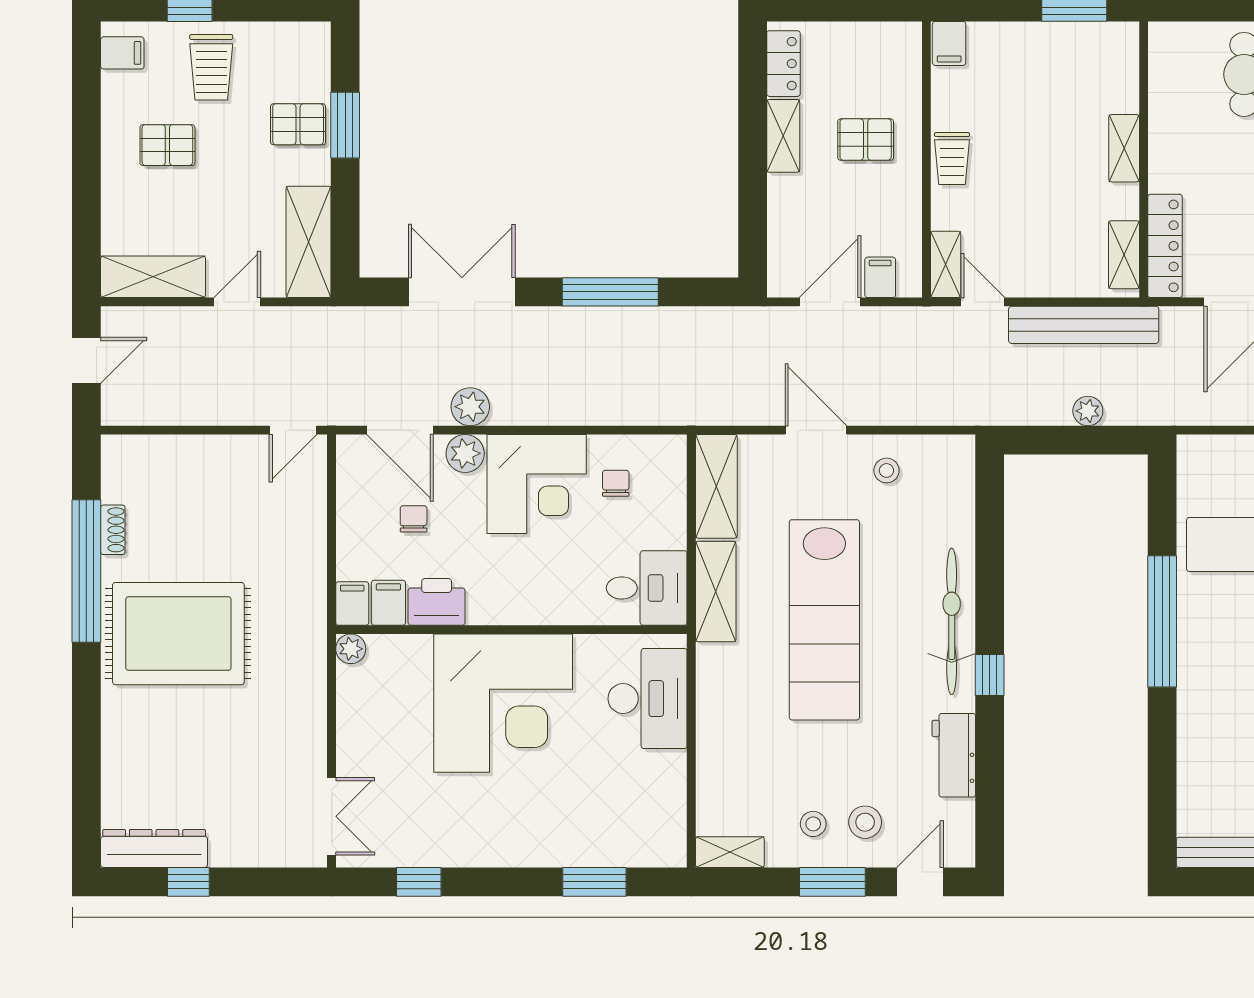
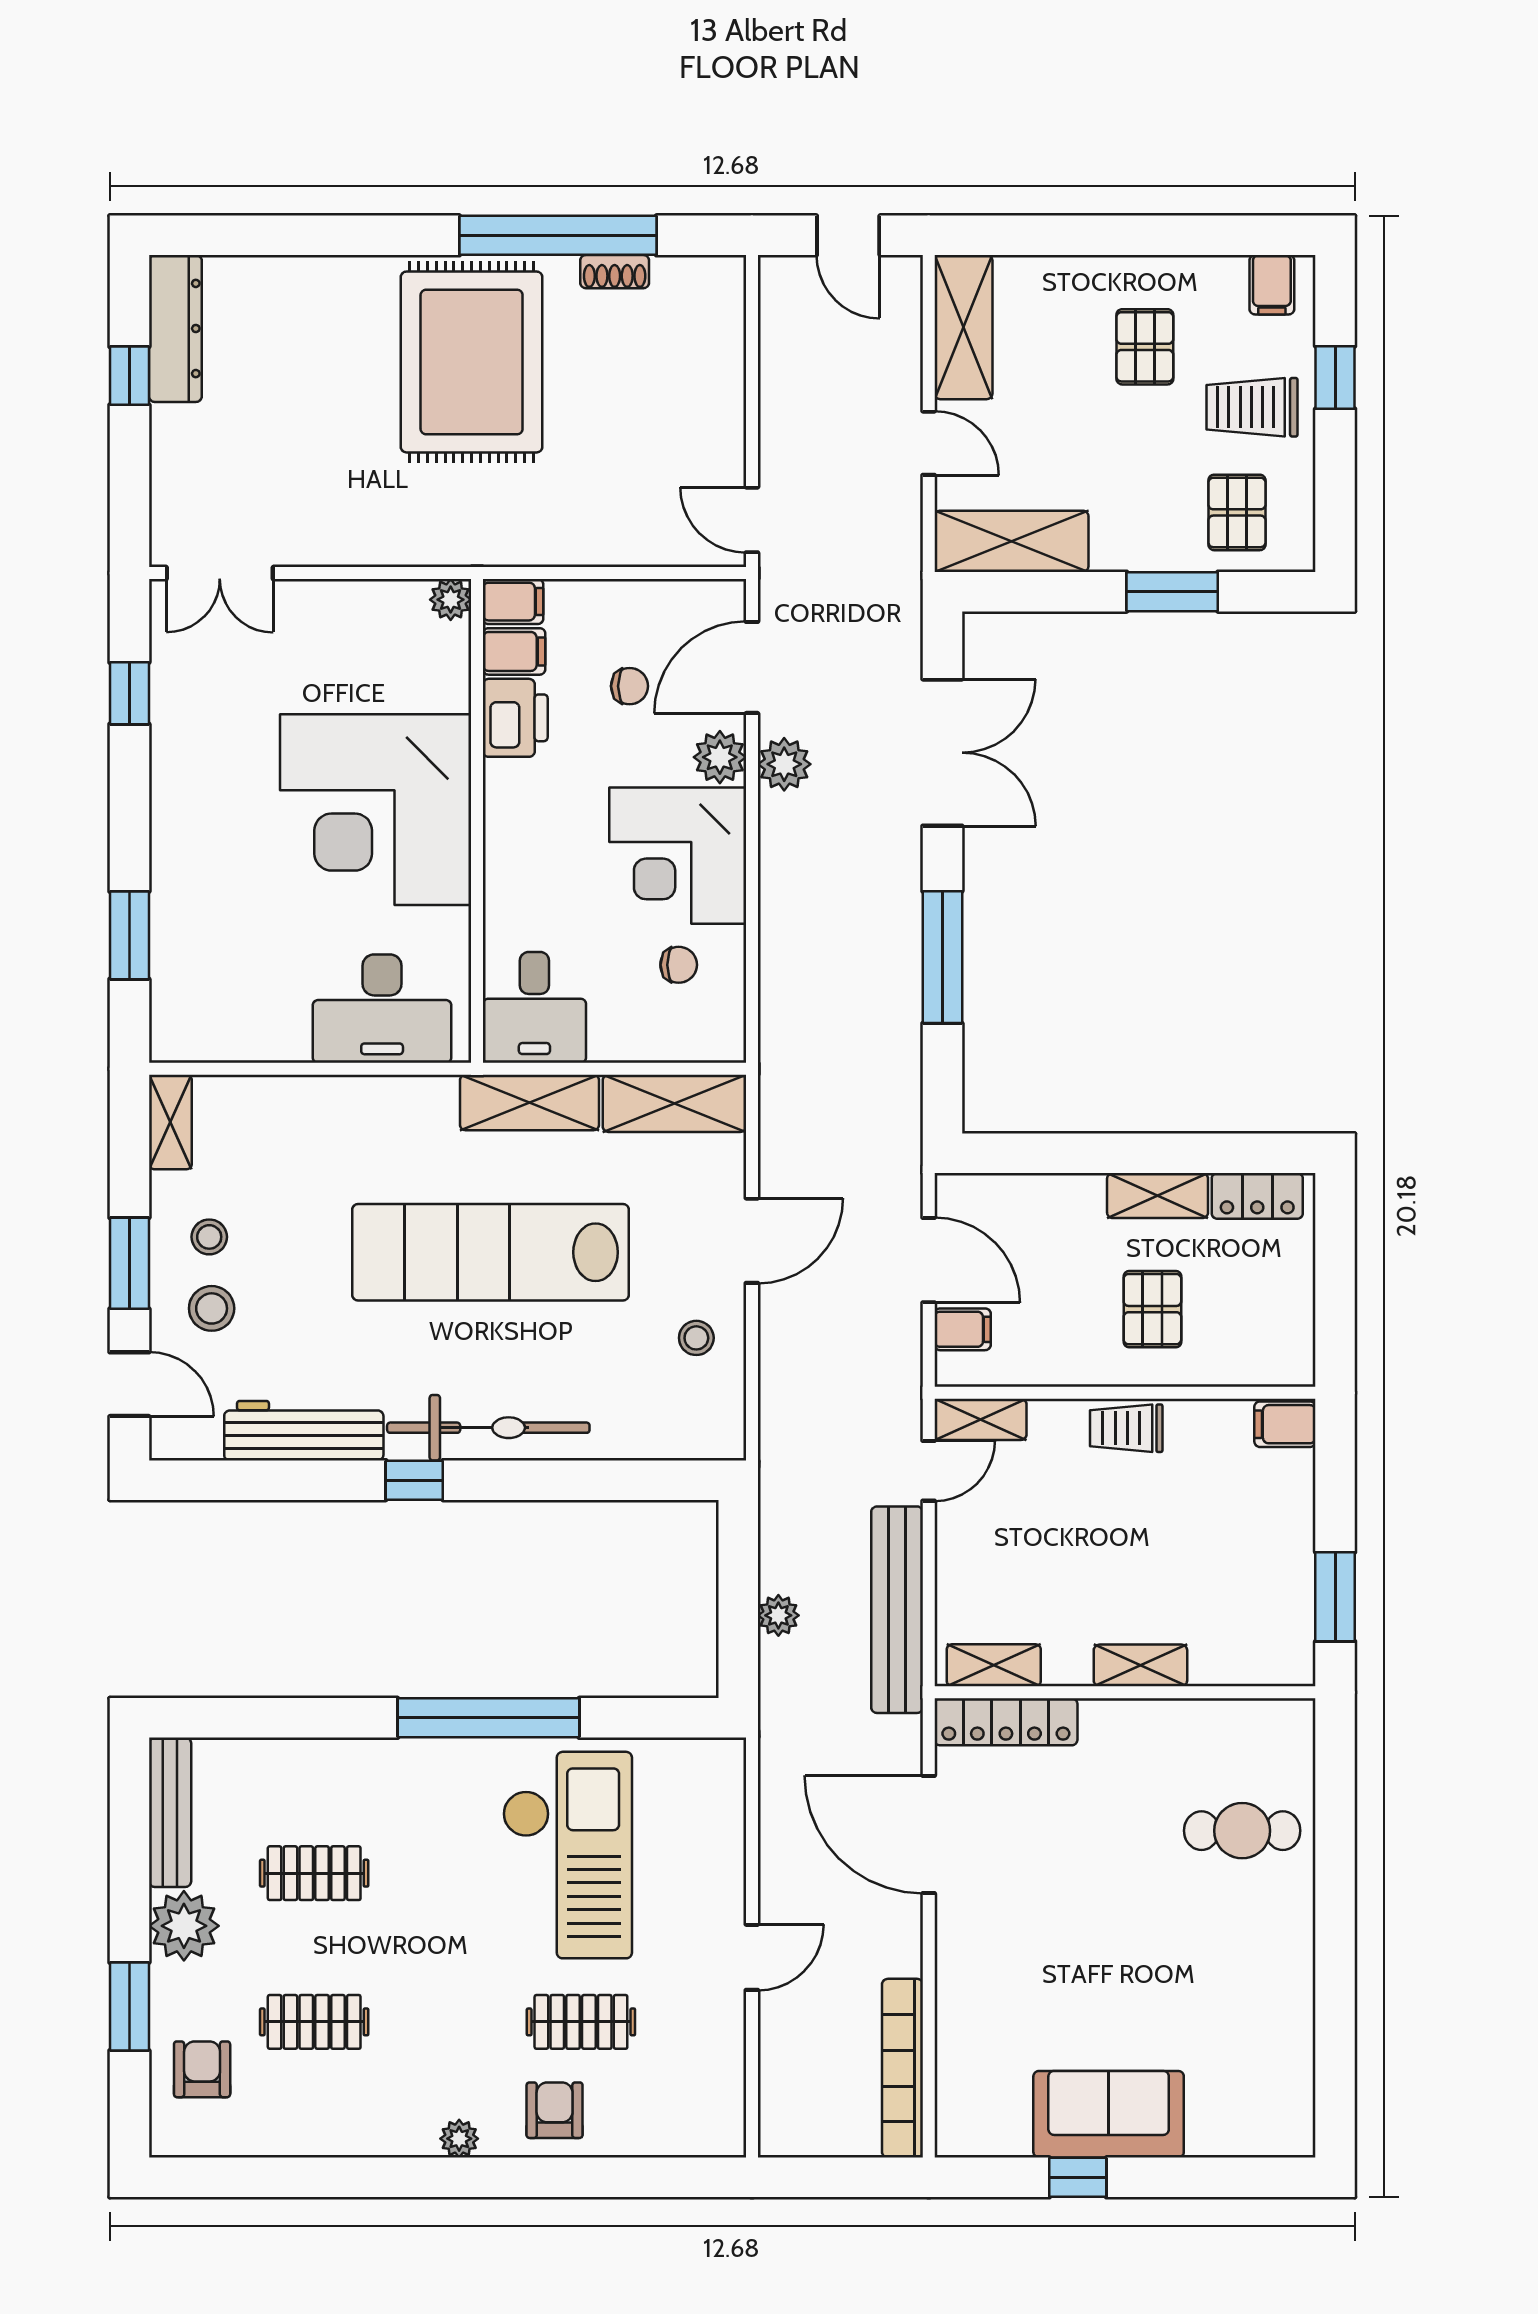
pallet: (298, 124) -> (1237, 512), moved
workbench: (954, 755) -> (304, 1431), width x1.38

